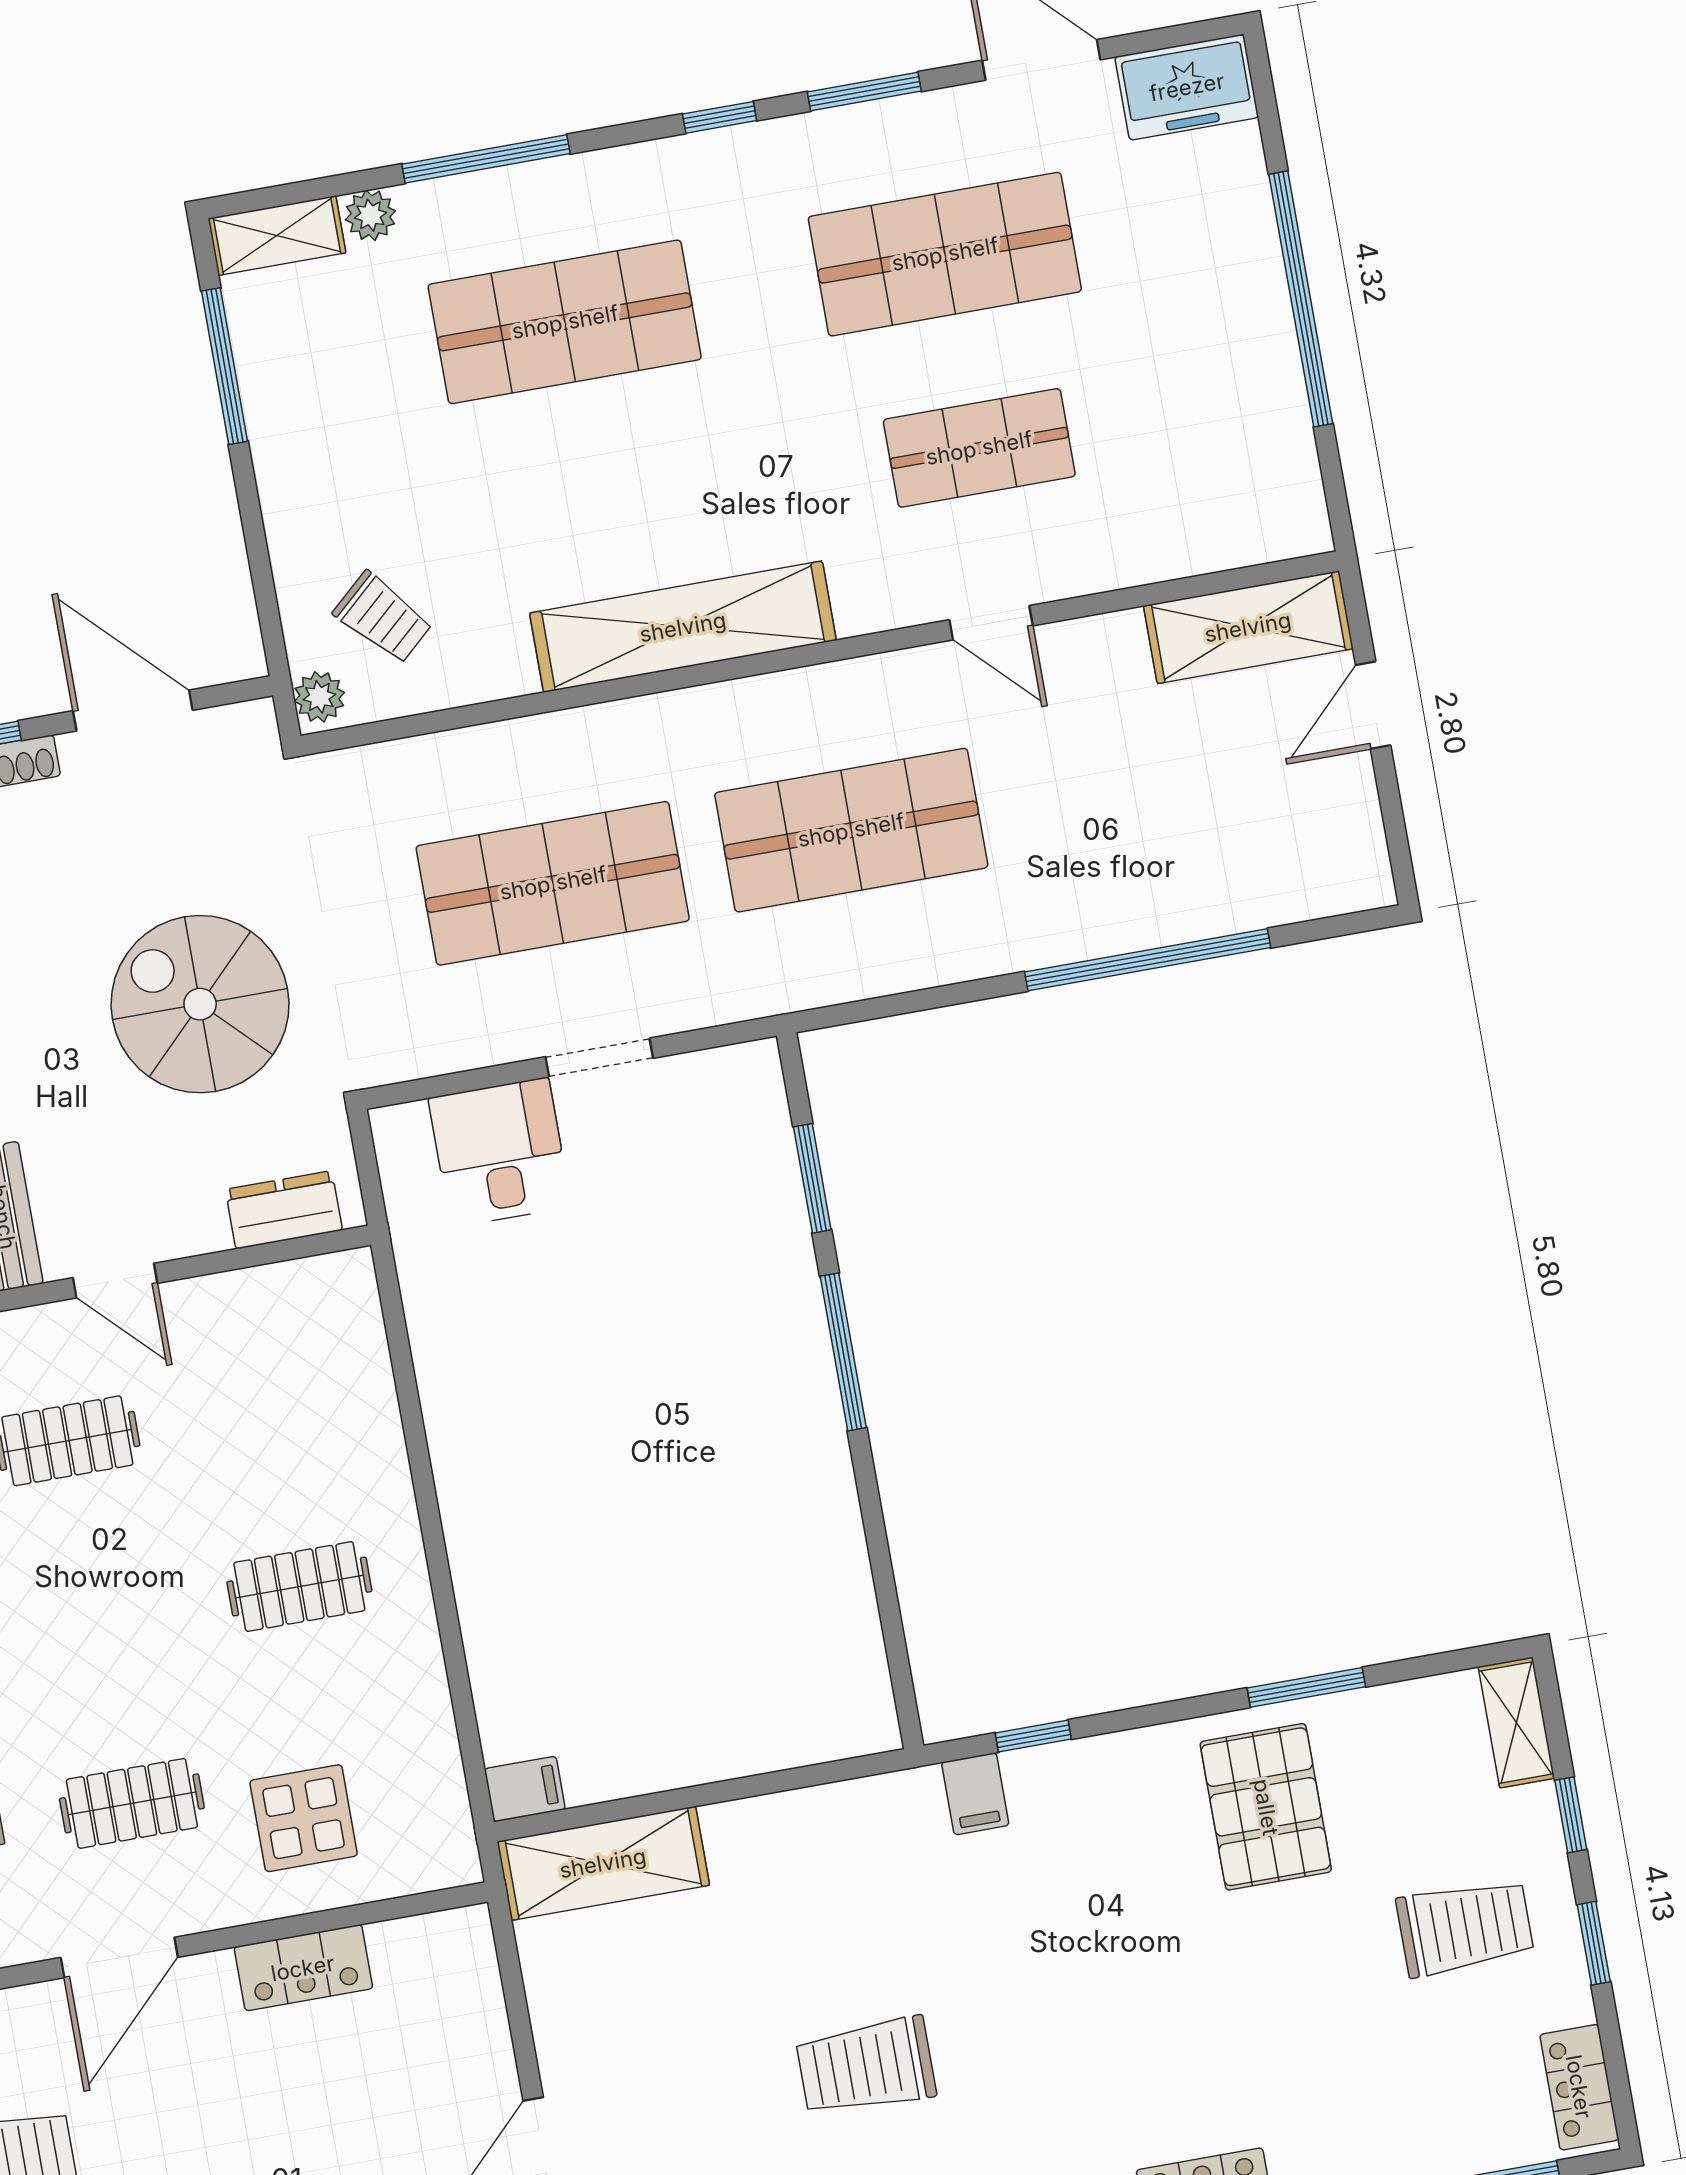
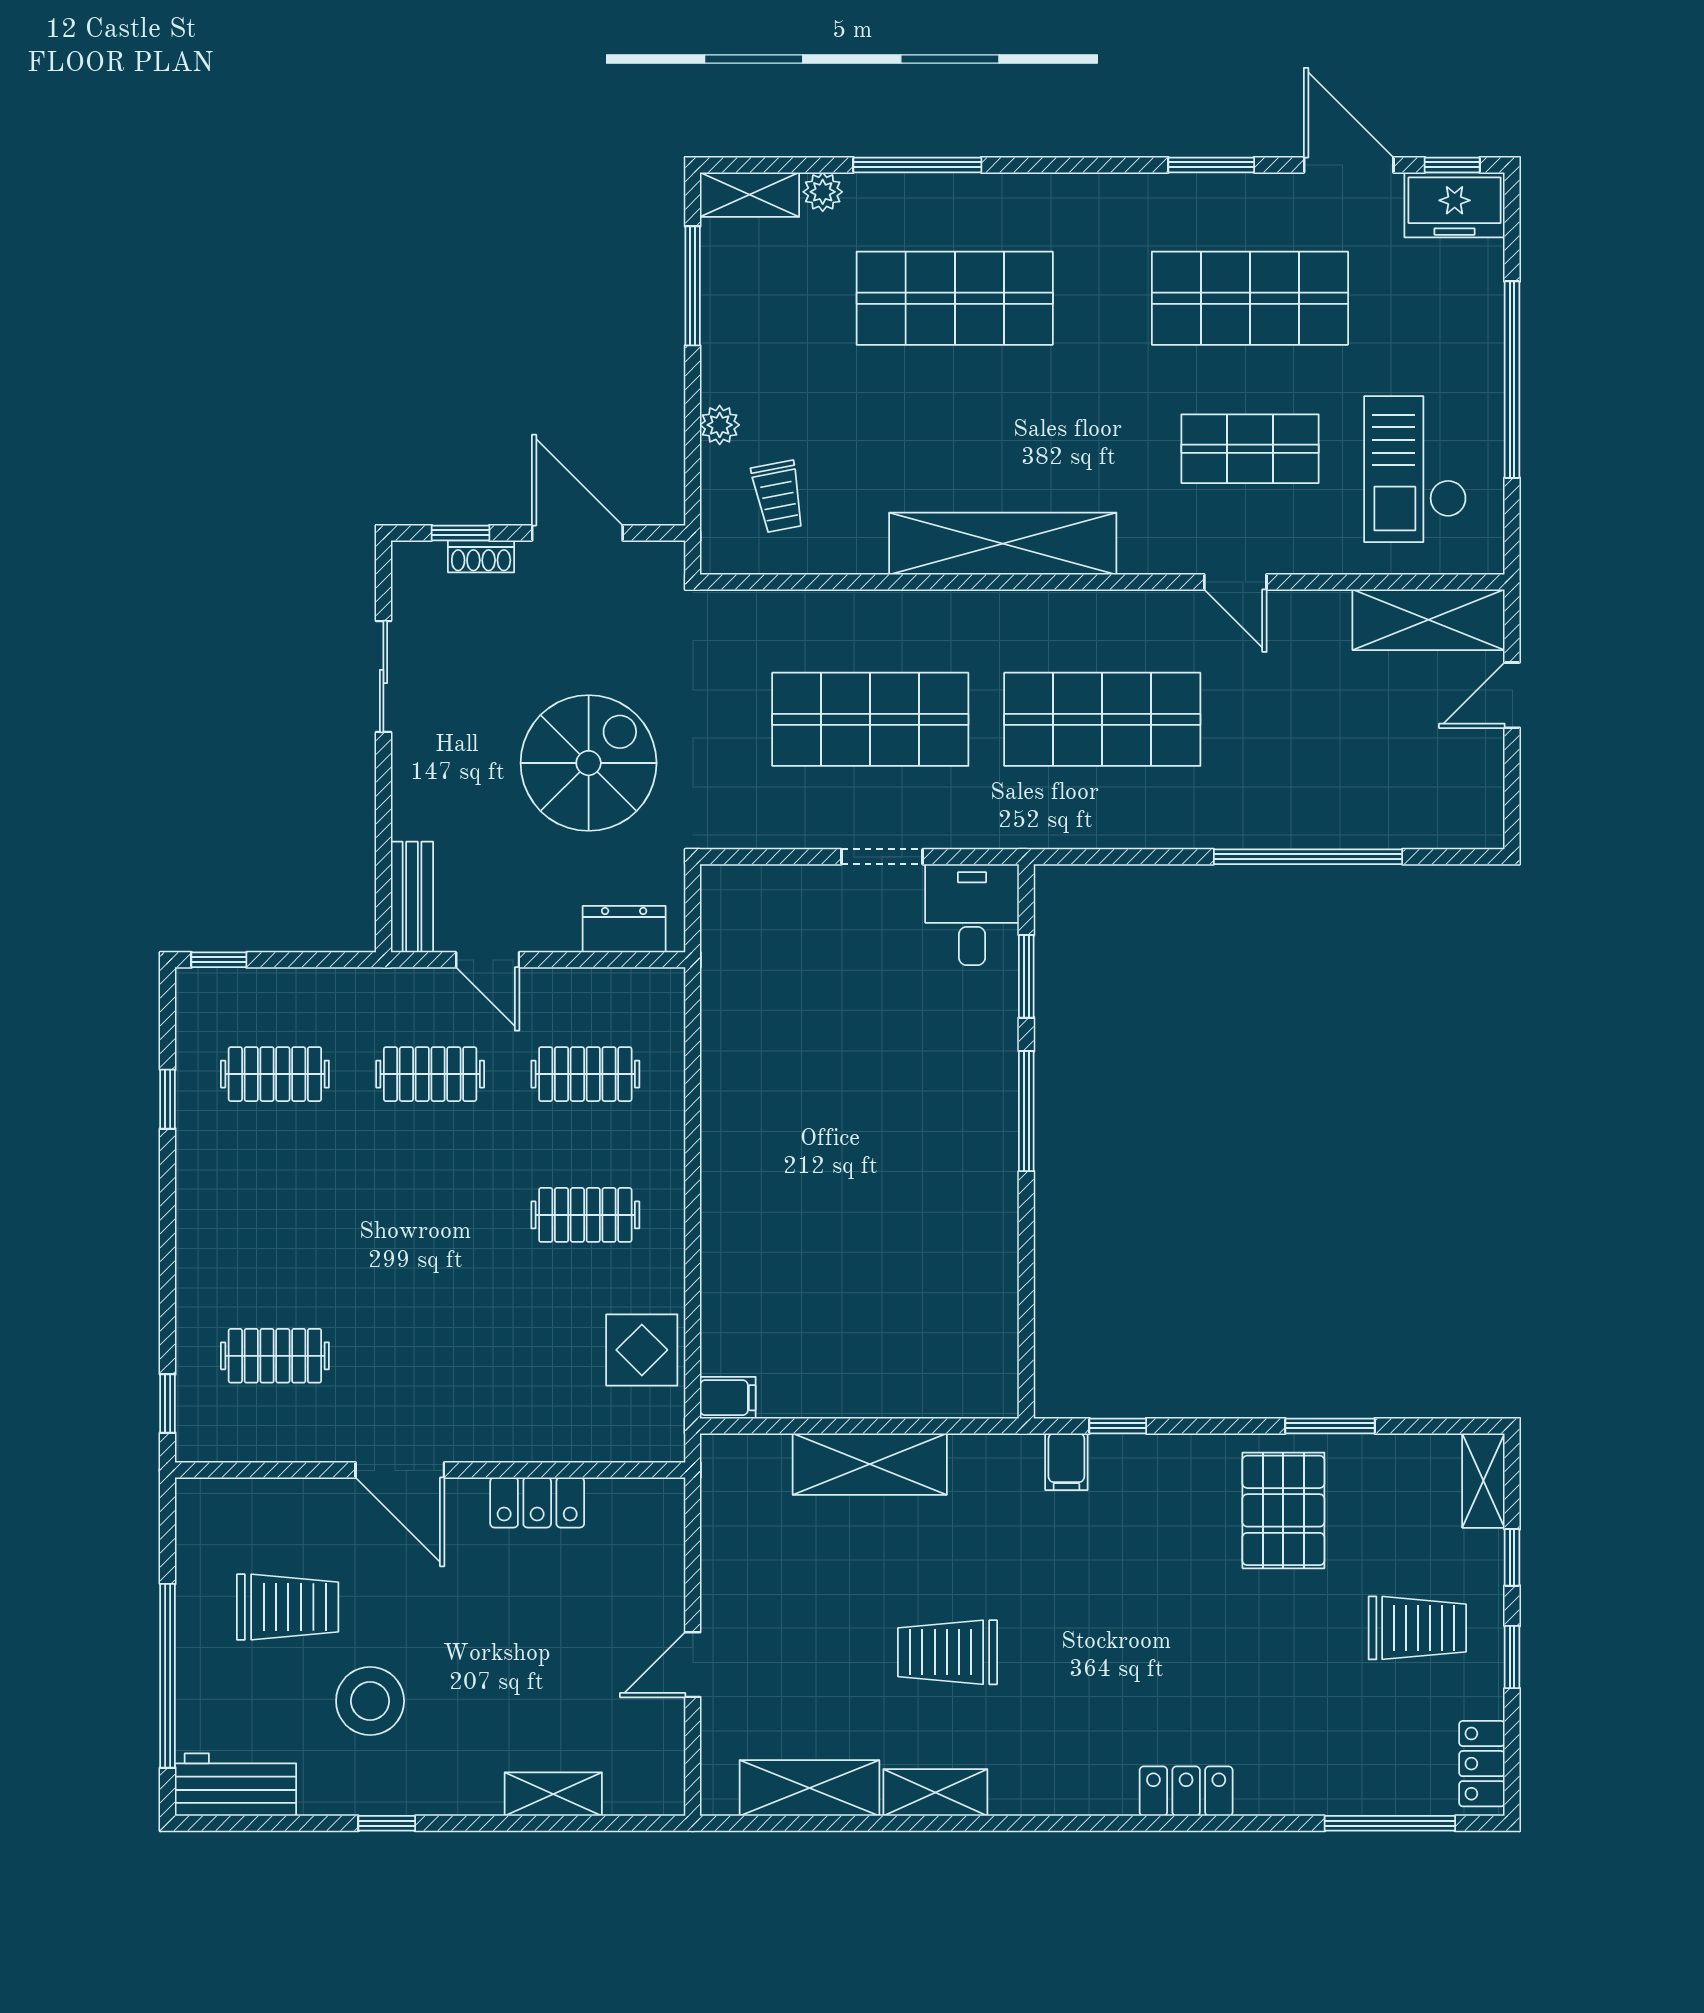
window: (720, 117) -> (1452, 165), moved
checkout: (1197, 436) -> (1415, 469), added
trolley: (383, 618) -> (778, 496), turned 31
plant: (319, 697) -> (720, 425), moved
spiral stairs: (200, 1004) -> (589, 763), turned 90
desk: (500, 1152) -> (972, 915), moved
clothes rail: (132, 1803) -> (585, 1074), moved
display table: (304, 1818) -> (642, 1350), moved
shelving: (603, 1863) -> (870, 1464), moved
door: (119, 1957) -> (400, 1470), hinge flipped

